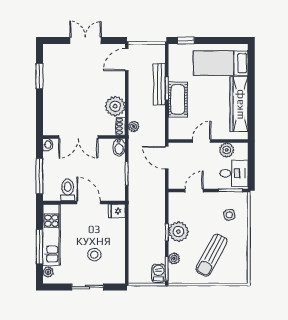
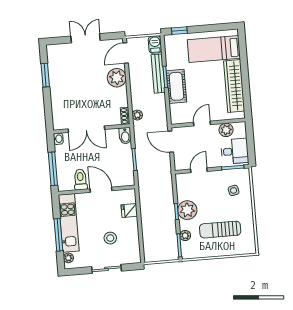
plant: (115, 106) -> (117, 78), moved
fridge: (117, 211) -> (129, 210), moved
sun lounger: (212, 255) -> (220, 230), turned 62
barbecue: (159, 273) -> (155, 45), moved

